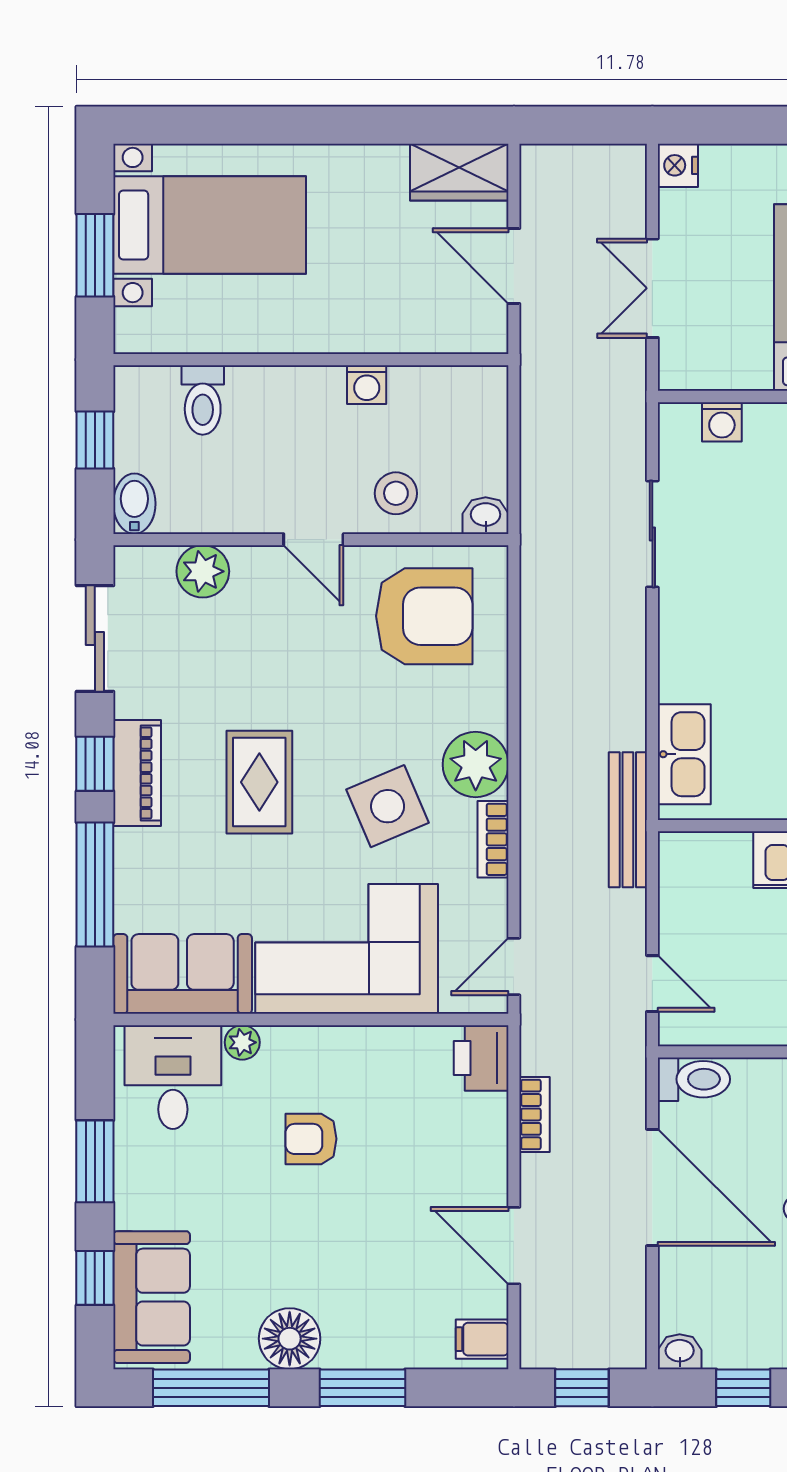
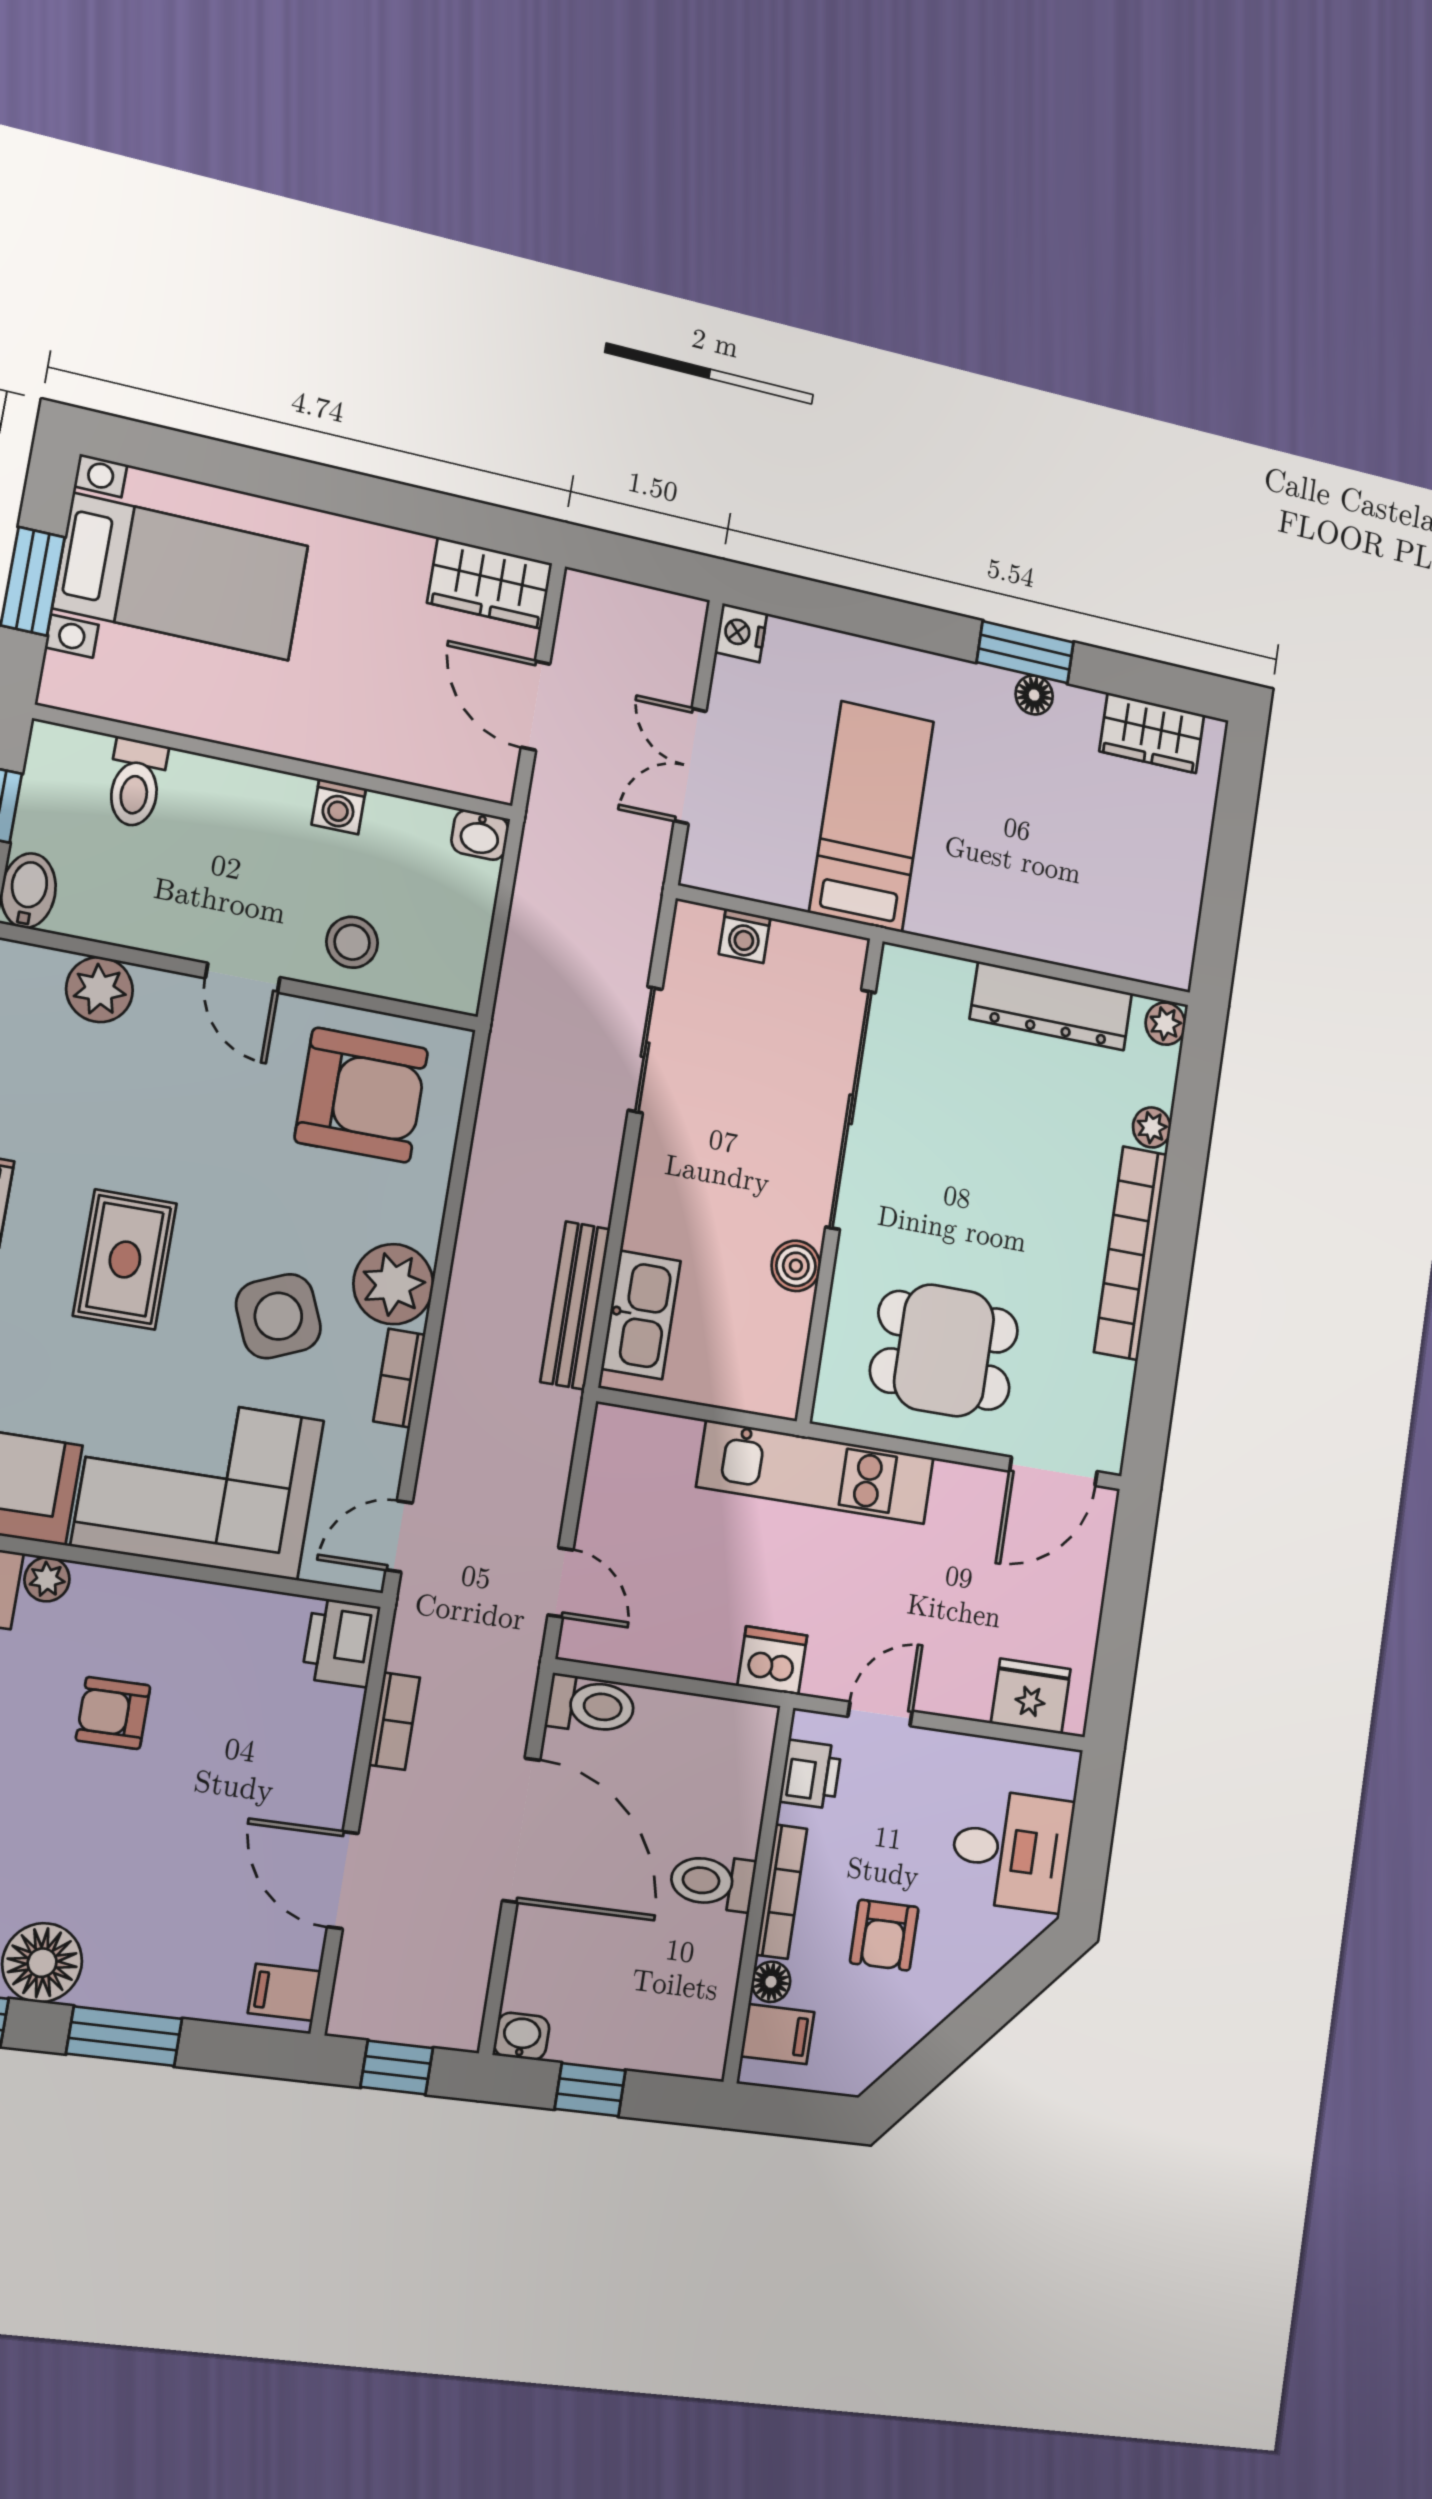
washbasin: (486, 516) -> (480, 835), moved, turned 180
bench: (628, 820) -> (575, 1305), moved

